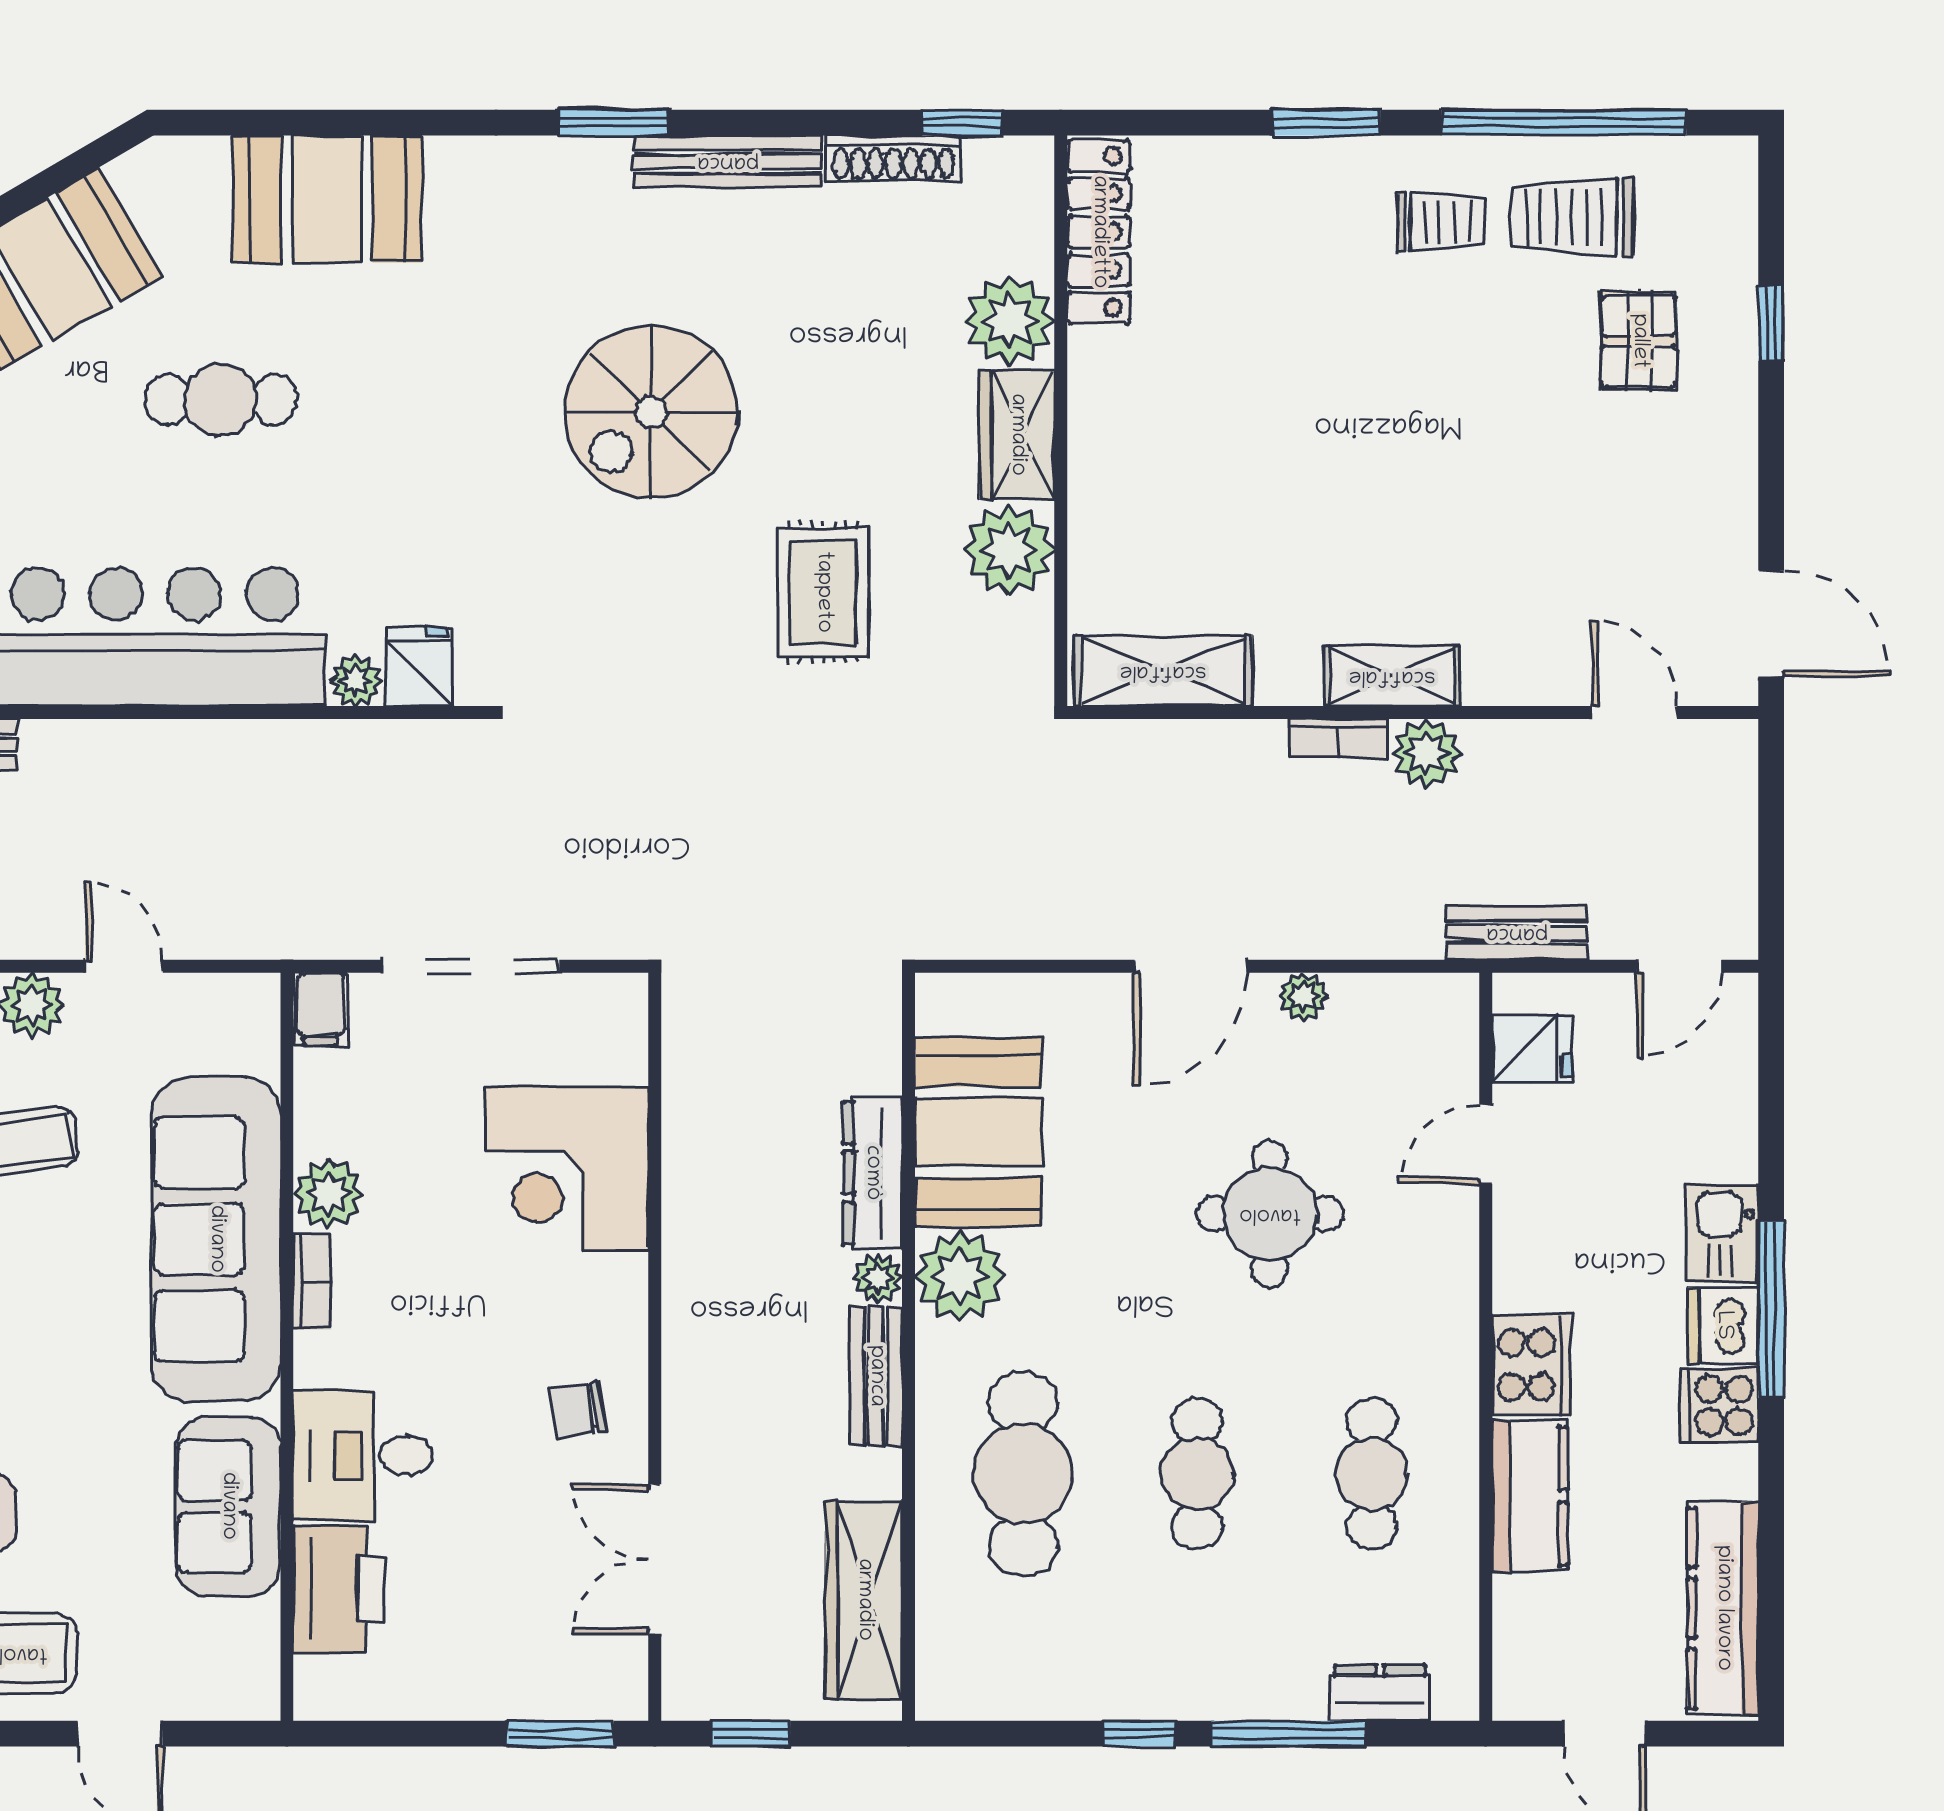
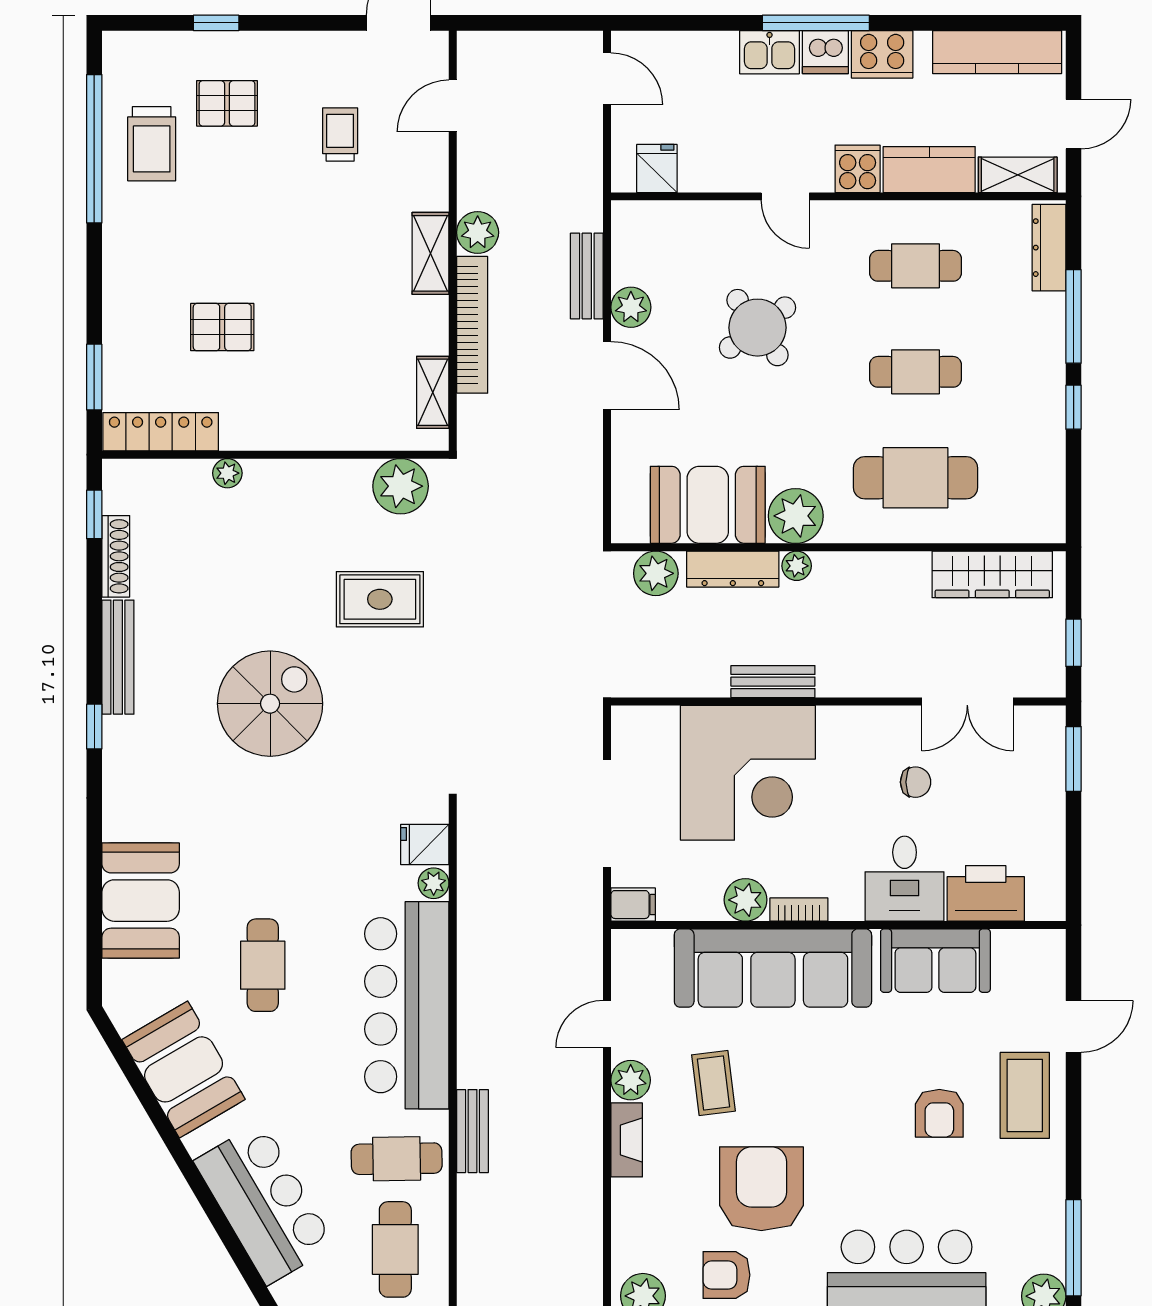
window: (613, 123) -> (94, 727), width x0.67
window: (1326, 123) -> (94, 377), moved
trolley: (1441, 222) -> (340, 135), moved
plant: (1009, 321) -> (227, 473), width x0.53, depth x0.53
pallet: (1271, 333) -> (222, 327), added
spiral stairs: (651, 412) -> (270, 704), turned -90
wardrobe: (1017, 435) -> (284, 481), removed
plant: (1009, 550) -> (401, 486), moved
shelving: (1163, 671) -> (433, 392), width x0.67, depth x0.75
bookcase: (1338, 738) -> (472, 325), width x2.31, depth x1.31
bench: (1517, 933) -> (587, 276), moved
plant: (1303, 996) -> (631, 307), width x1.38, depth x1.38
plant: (866, 1046) -> (656, 573), added
door: (1486, 1144) -> (785, 196), moved
corner desk: (567, 1169) -> (748, 773), width x1.36, depth x1.36
round table: (1270, 1214) -> (757, 328), turned -36
cooker: (1531, 1365) -> (858, 169), width x0.73
bench: (876, 1376) -> (773, 682), moved
cooker: (1719, 1405) -> (882, 54), width x1.36
chair: (578, 1410) -> (916, 782), moved, turned -81
shelving: (1521, 1642) -> (1018, 175), added
dresser: (1380, 1693) -> (1049, 248), width x1.44

